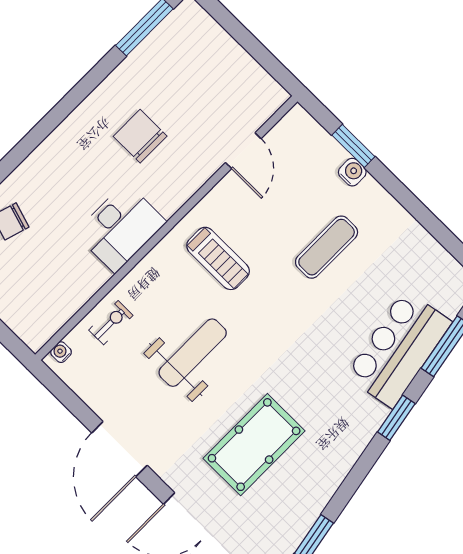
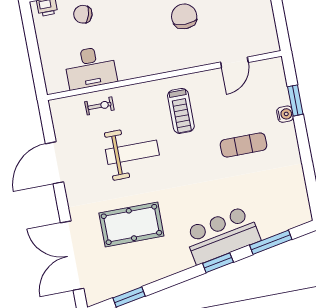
desk: (121, 228) -> (90, 68), moved
bar counter: (399, 349) -> (222, 235), moved
water cooler: (61, 352) -> (62, 103), removed
door: (119, 449) -> (55, 163), moved

